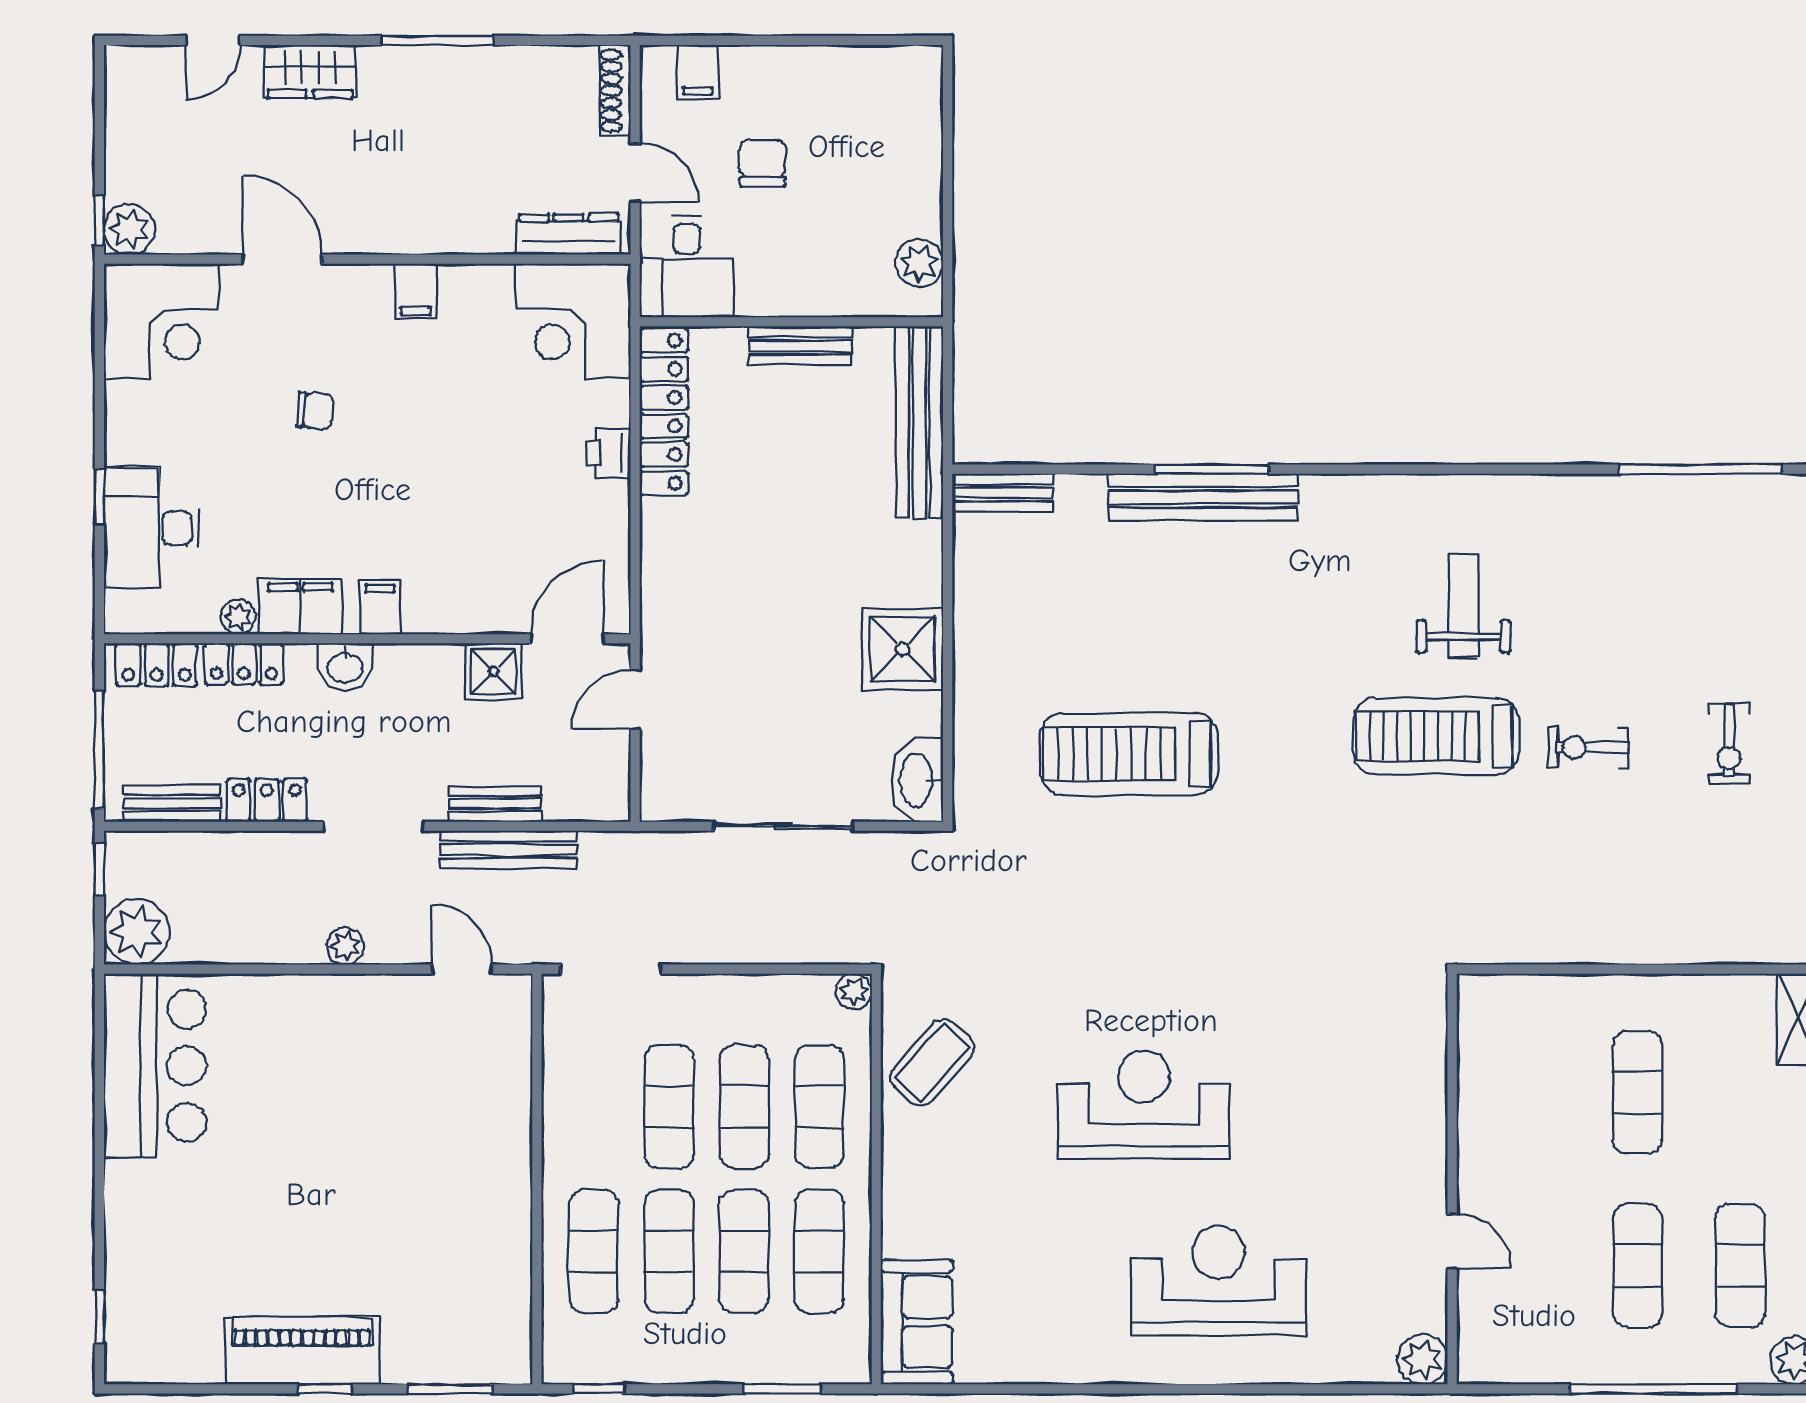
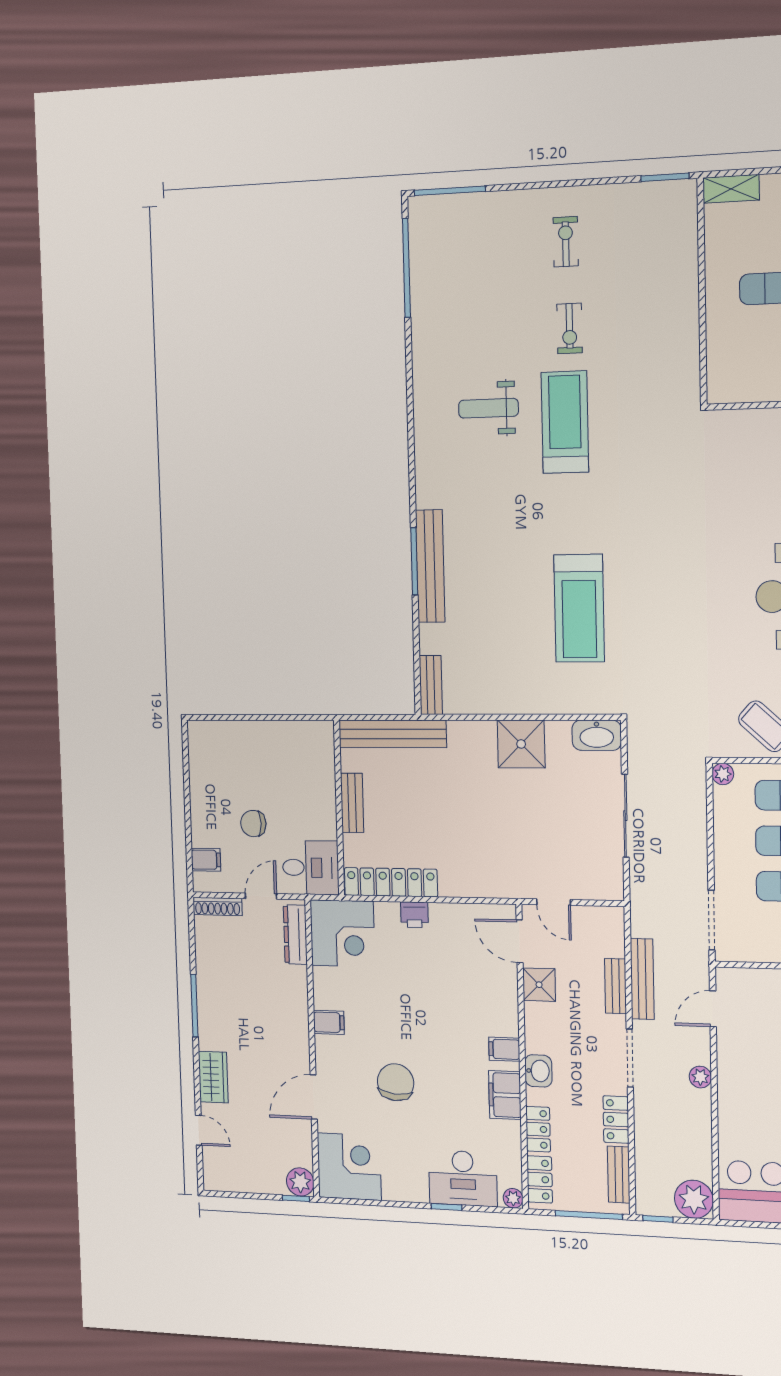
plant: (919, 263) -> (305, 734), removed
chair: (315, 411) -> (396, 1082), width x1.87, depth x1.87
plant: (238, 617) -> (513, 1198), moved
treadmill: (1436, 736) -> (565, 422), turned 180
exercise bike: (1729, 744) -> (566, 242), turned -90

